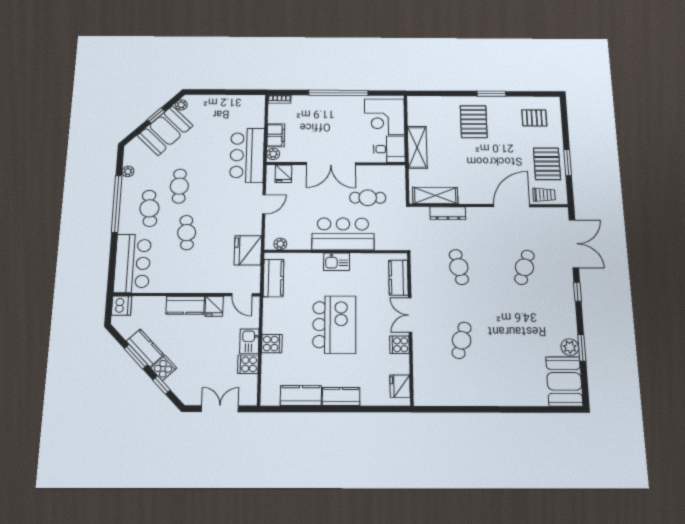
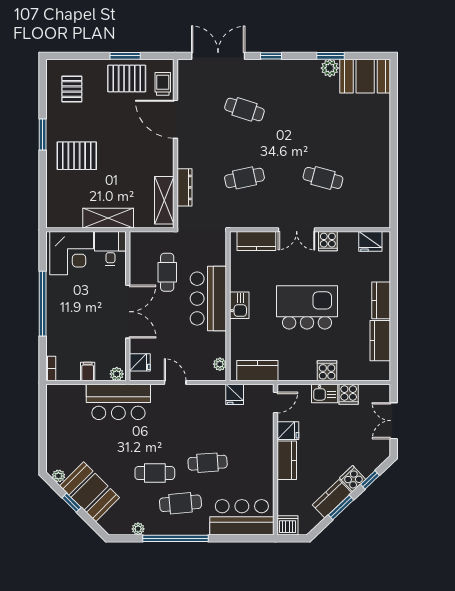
filing cabinet: (276, 135) -> (88, 372), width x0.50
fridge: (248, 250) -> (235, 394), width x0.53, depth x0.75

